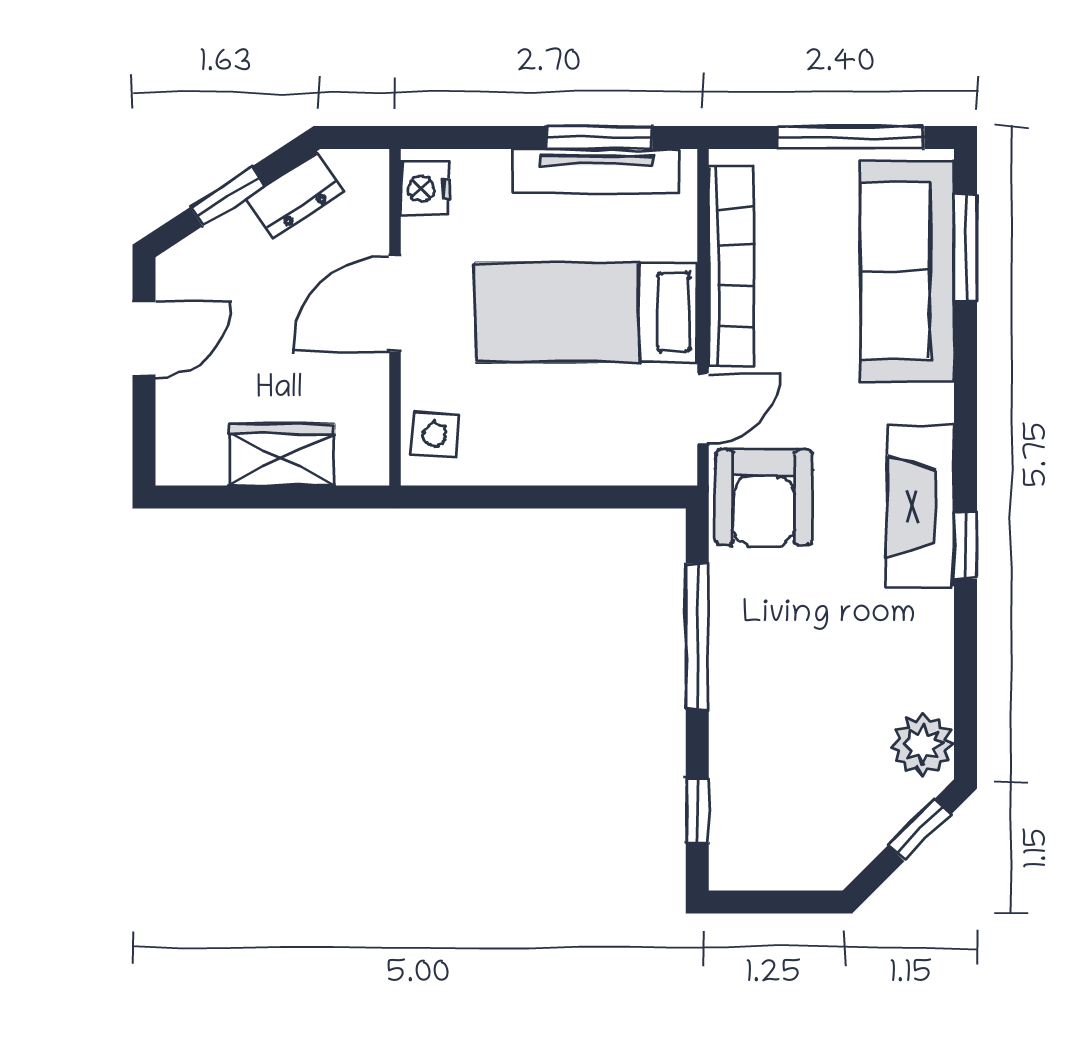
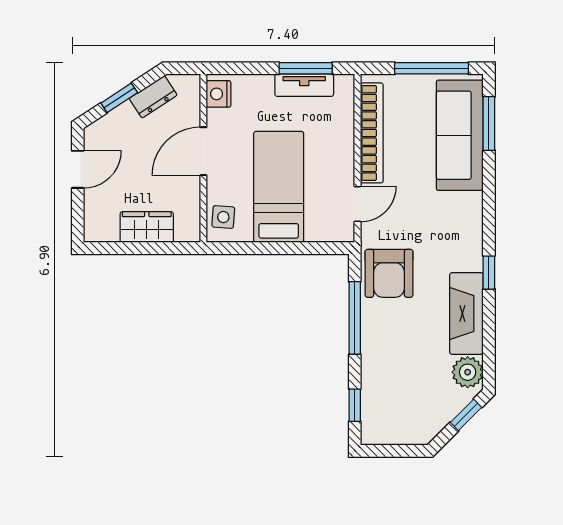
tv unit: (596, 171) -> (304, 85), width x0.71
bed: (586, 312) -> (279, 187), moved, turned 90
armchair: (764, 497) -> (389, 273), moved
fireplace: (921, 506) -> (466, 313), moved

